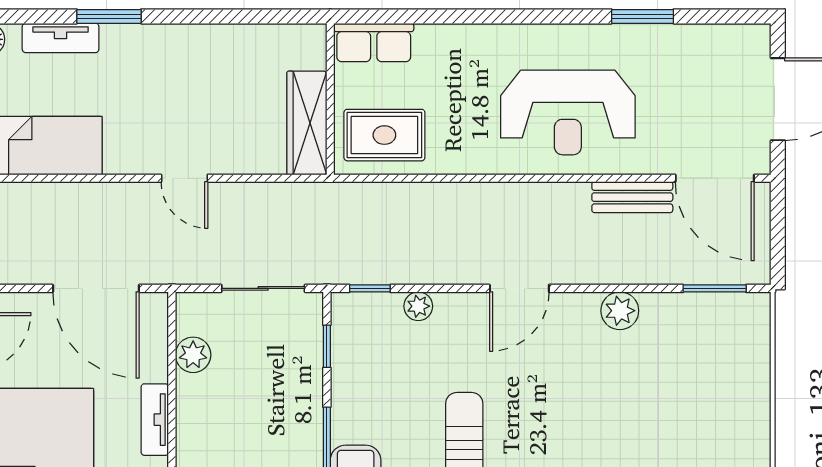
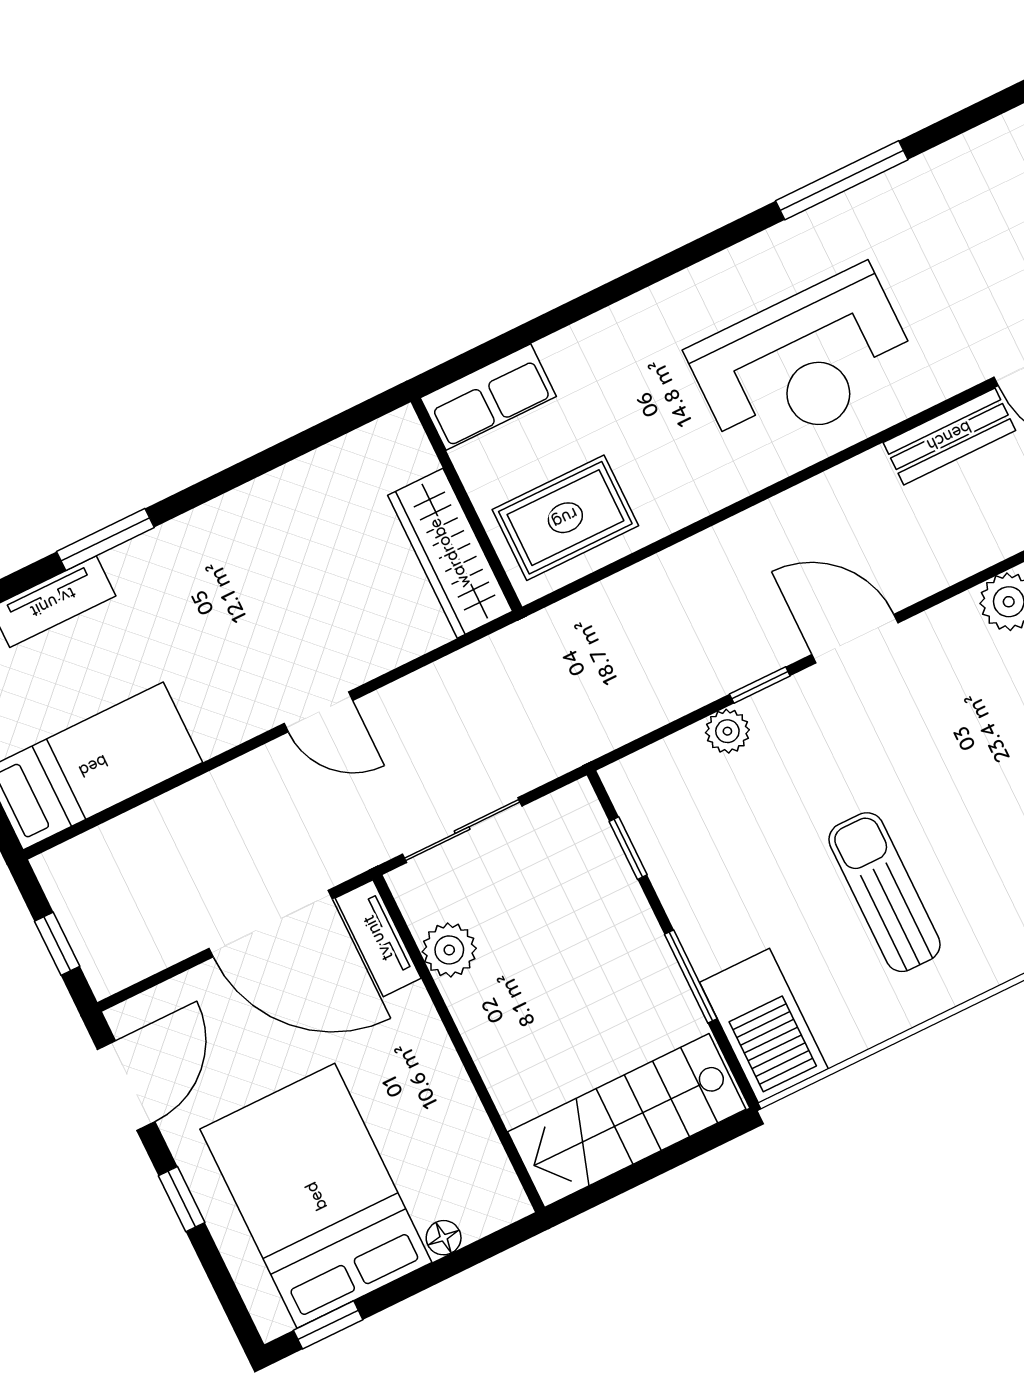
window: (642, 16) -> (842, 180), width x1.44
sliding door: (263, 288) -> (462, 830), moved
window: (370, 288) -> (760, 685), moved
door: (519, 288) -> (855, 639), swing flipped
tv unit: (155, 420) -> (378, 938), moved

